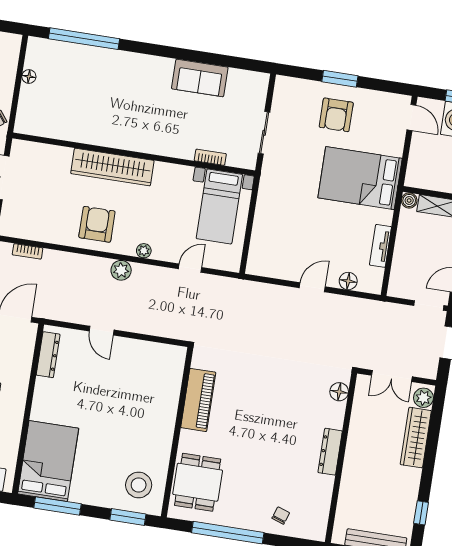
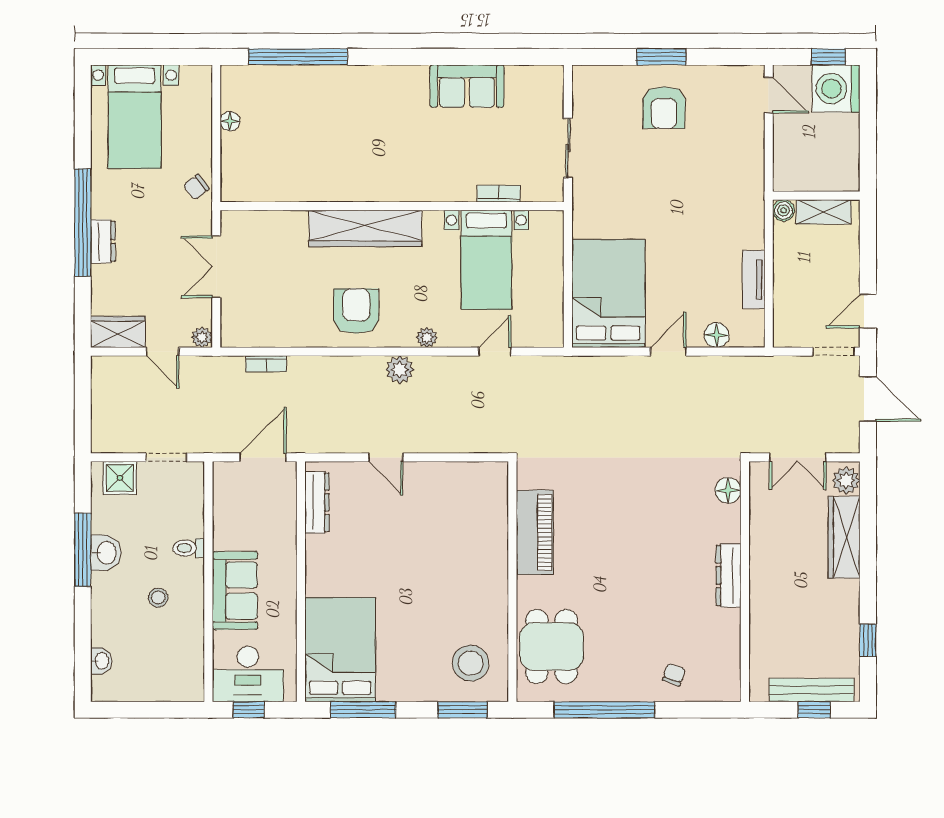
bed: (360, 178) -> (608, 293), moved, turned 90
bed with nightstands: (219, 206) -> (486, 260), moved

